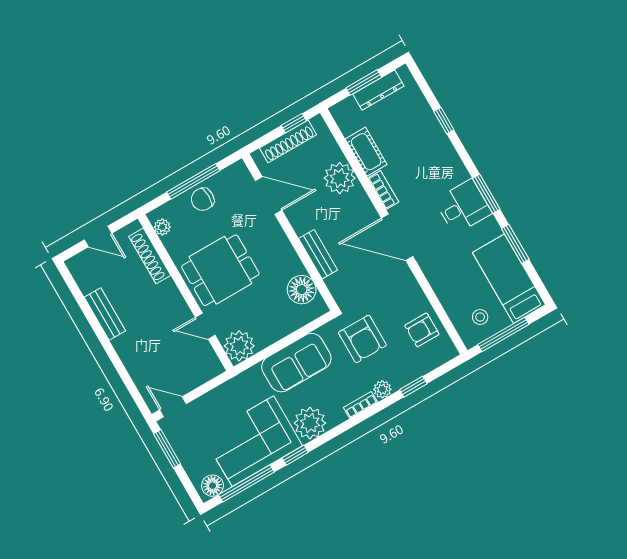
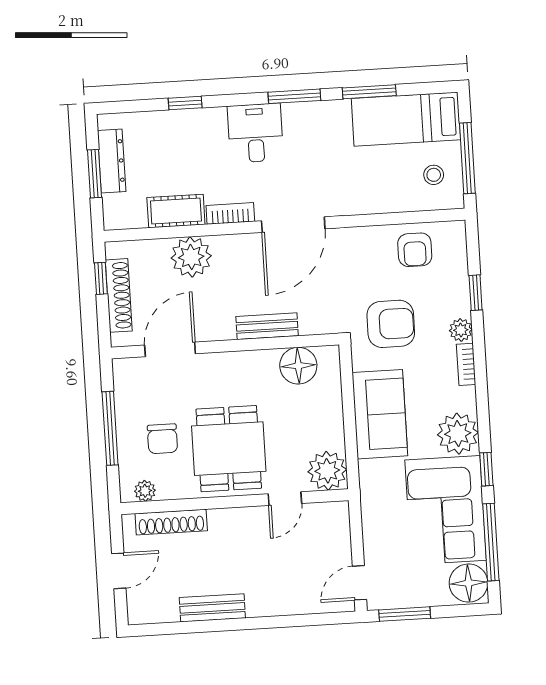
chair: (203, 199) -> (162, 439), moved
desk: (463, 207) -> (255, 133), moved
floor lamp: (213, 486) -> (469, 583), width x1.38, depth x1.38

